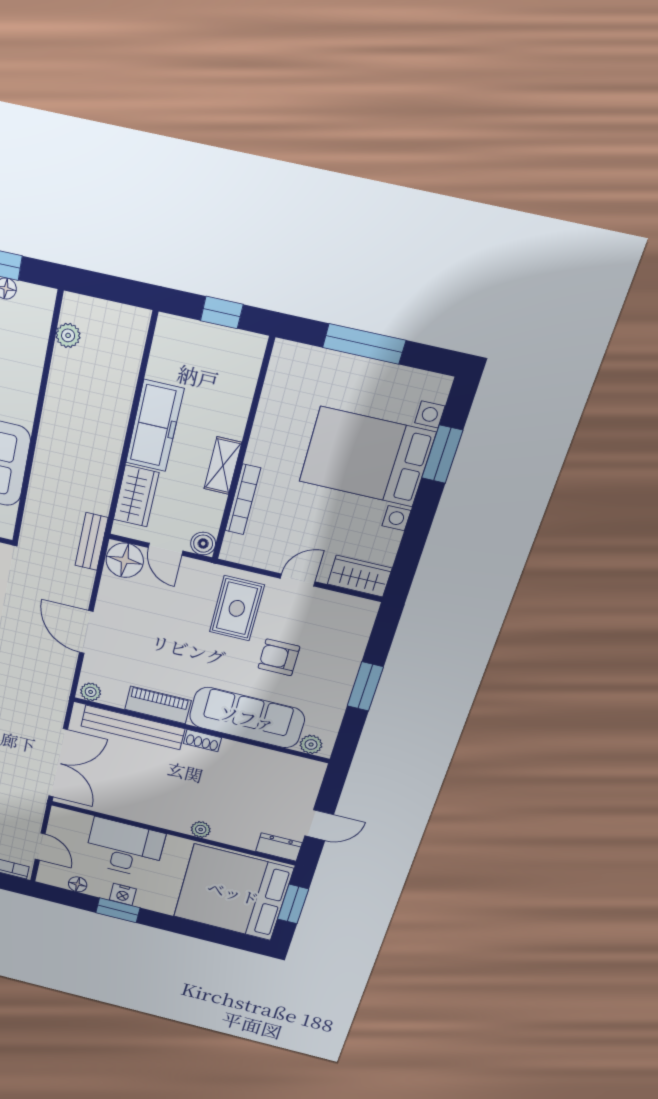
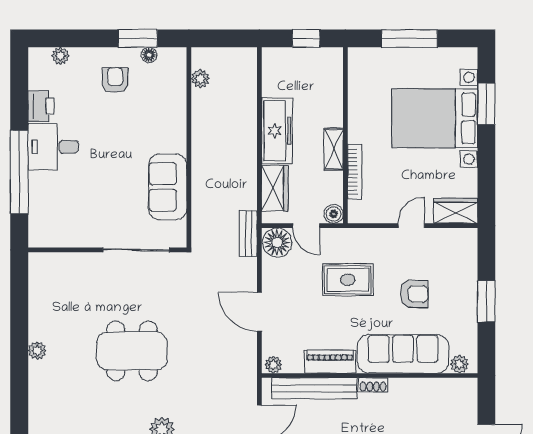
rug: (237, 608) -> (348, 280), moved, turned 90
armchair: (279, 657) -> (414, 294), turned 180

